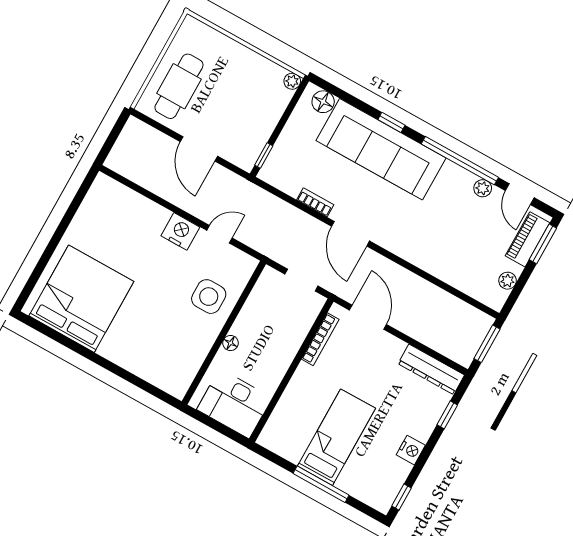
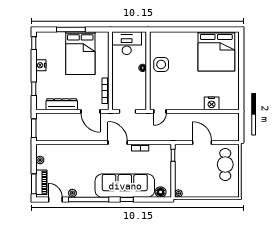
nightstand: (180, 231) -> (212, 103), moved
door: (219, 234) -> (160, 111), moved
side table: (209, 297) -> (161, 64), moved
dresser: (431, 369) -> (62, 104), moved
bed: (336, 437) -> (80, 53), width x1.50

